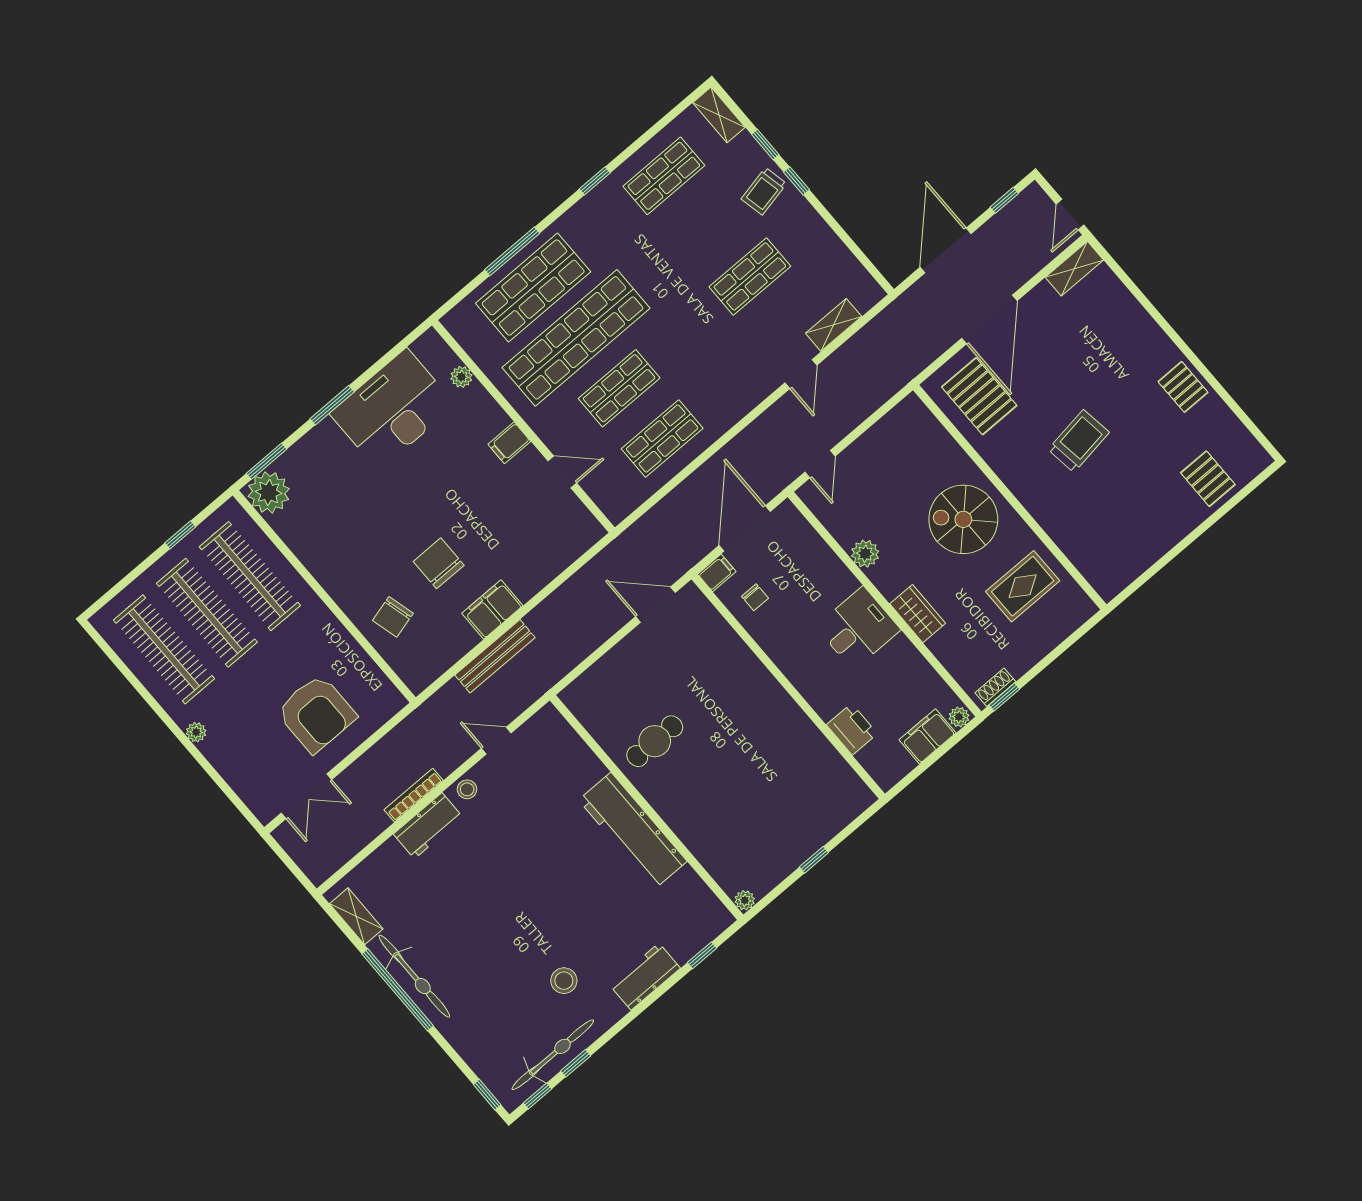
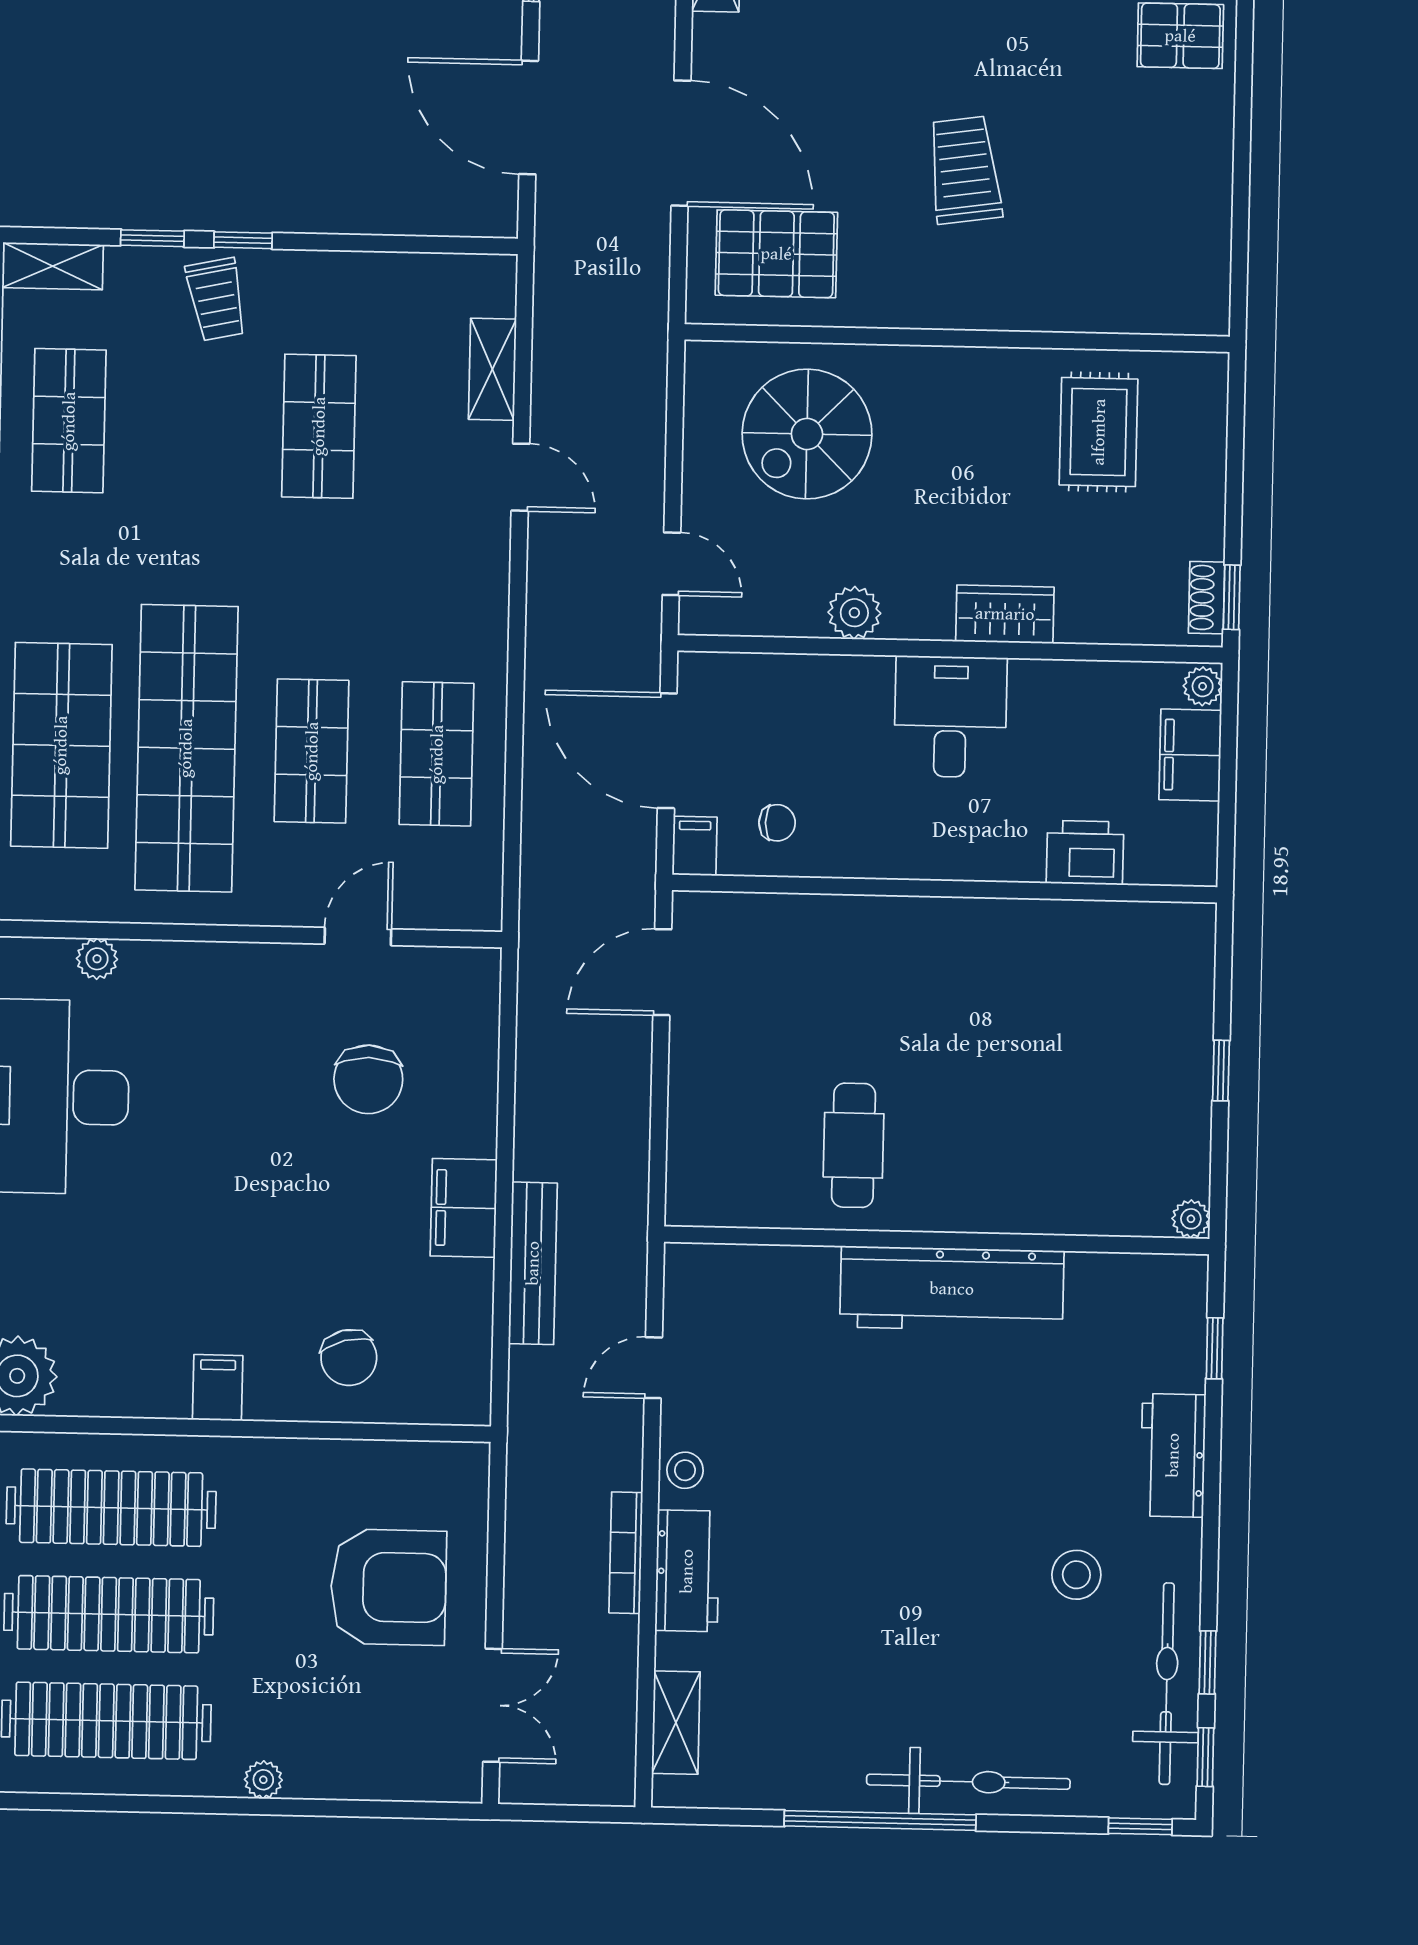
filing cabinet: (509, 443) -> (218, 1388), moved, turned 180
spiral stairs: (963, 519) -> (807, 434), moved
chair: (439, 563) -> (368, 1079), moved, turned -90
shelving: (356, 916) -> (676, 1723), moved, turned 90
bicycle: (414, 976) -> (968, 1782), moved

